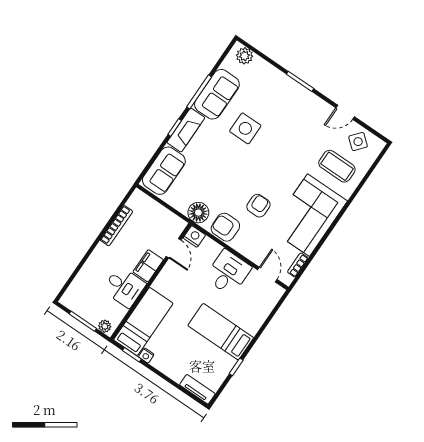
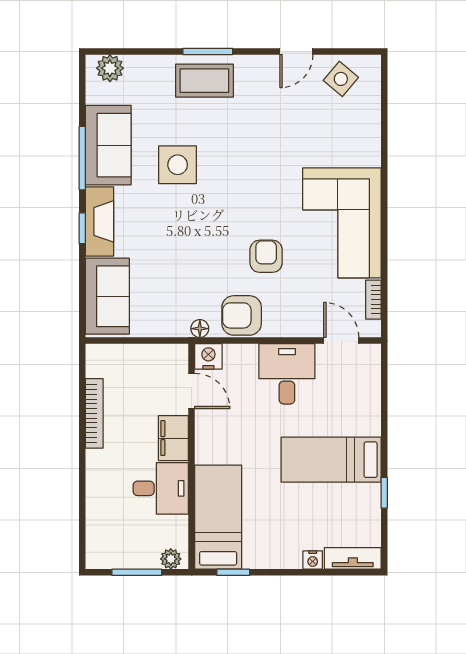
coffee table: (337, 166) -> (204, 81), moved
floor lamp: (198, 213) -> (200, 329), width x0.53, depth x0.53
nightstand: (146, 356) -> (313, 560), moved

